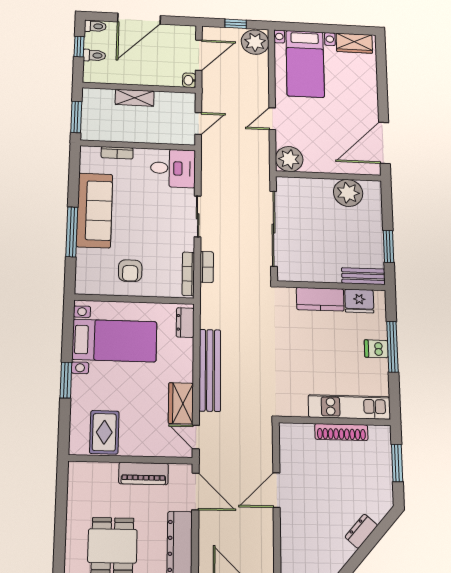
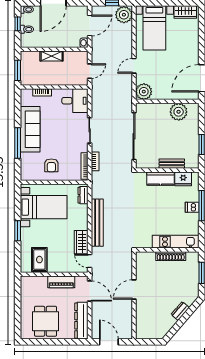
bench: (363, 276) -> (172, 164), moved

